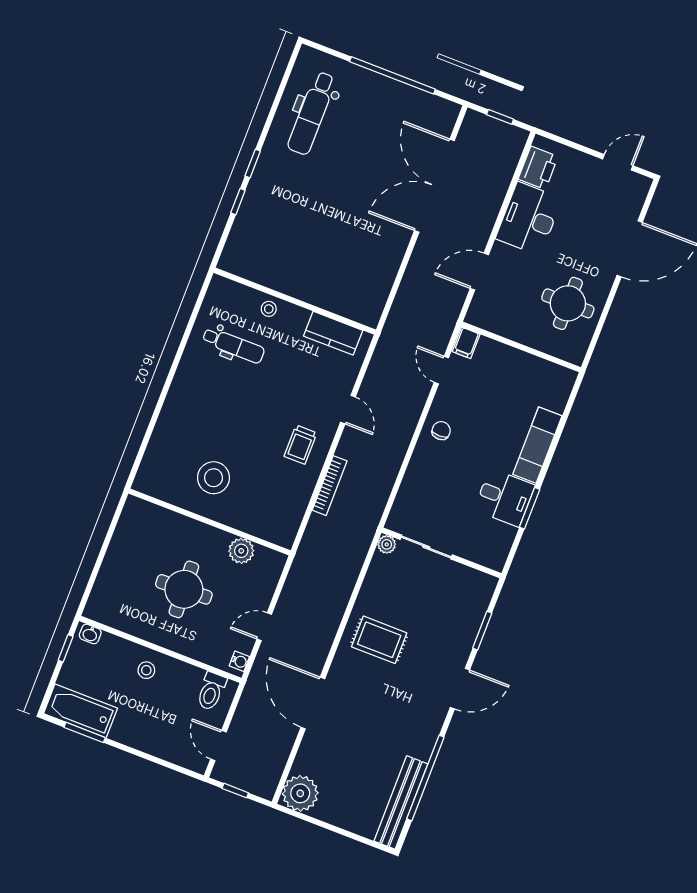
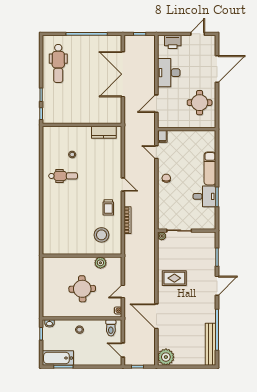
printer: (538, 168) -> (173, 42), moved, turned 90
wall: (295, 301) -> (82, 125), moved
kitchen counter: (333, 333) -> (104, 132), moved
stool: (214, 478) -> (101, 235), moved

